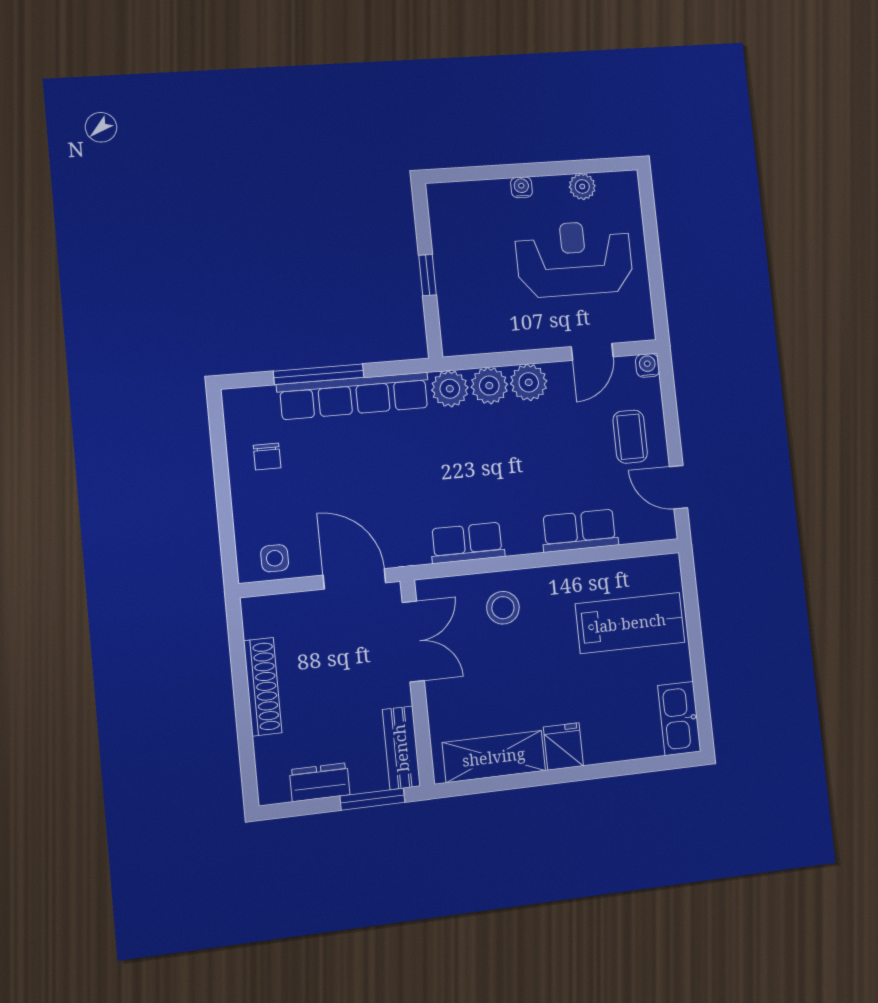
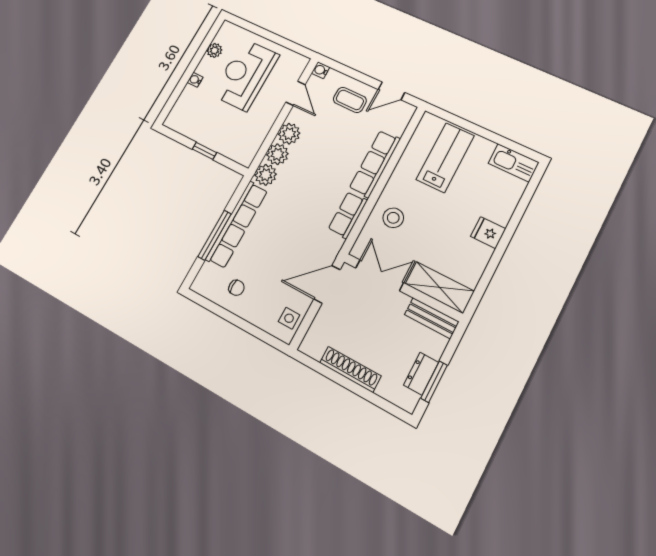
row of seats: (580, 531) -> (375, 164), width x1.48
shelving: (494, 757) -> (440, 287), moved, turned 90
window: (372, 799) -> (434, 382), moved

